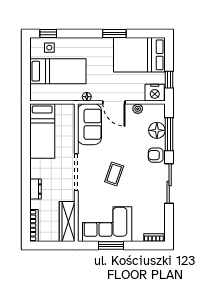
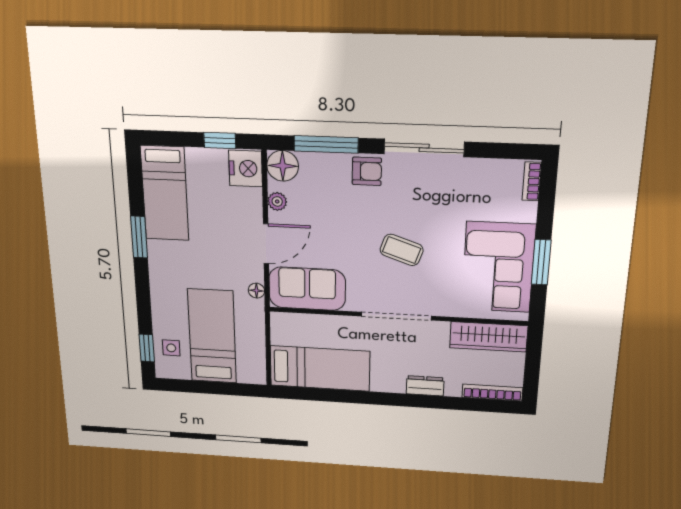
bed: (139, 55) -> (165, 193), width x0.67
floor lamp: (157, 130) -> (283, 166), moved
armchair: (156, 155) -> (367, 171), turned -90

